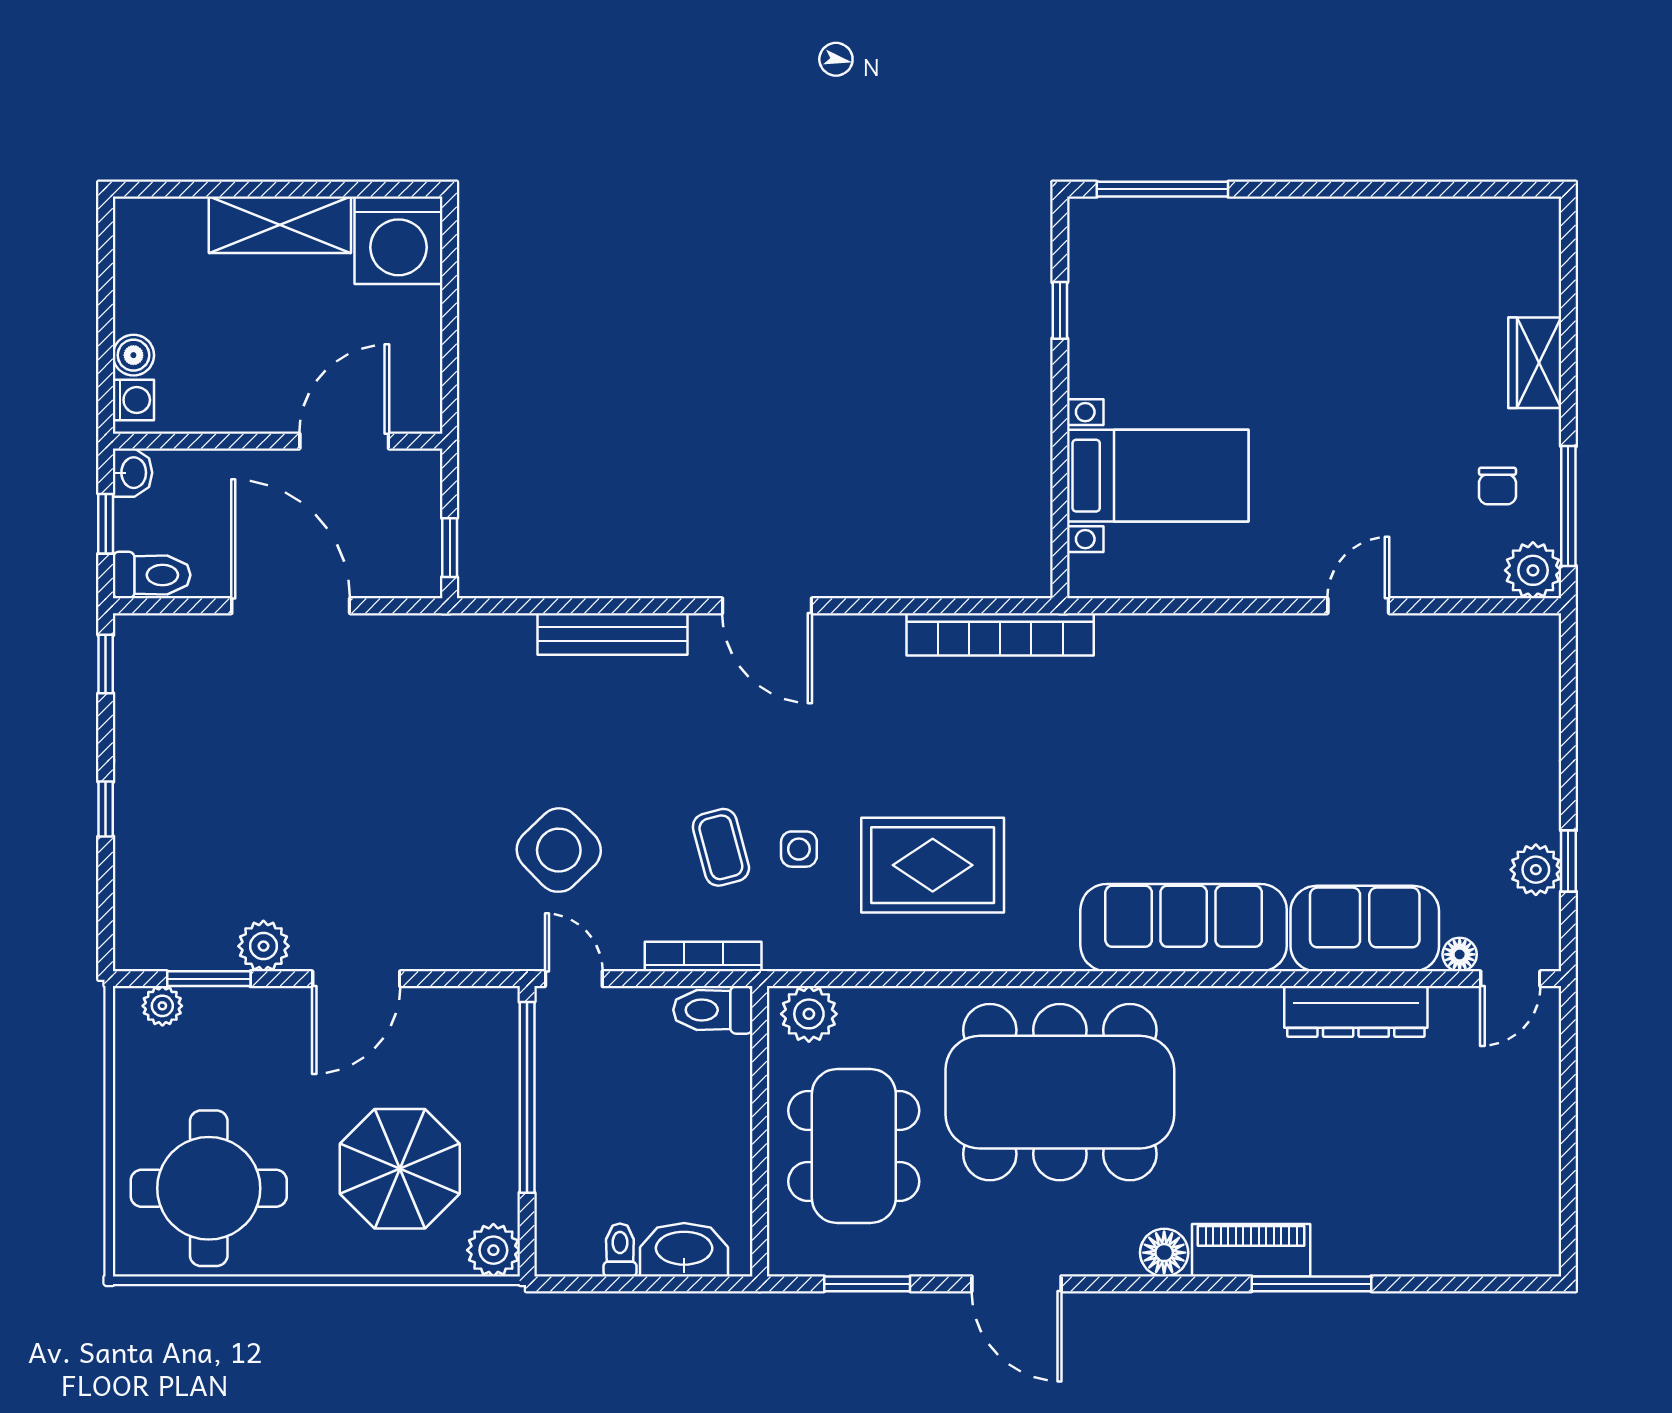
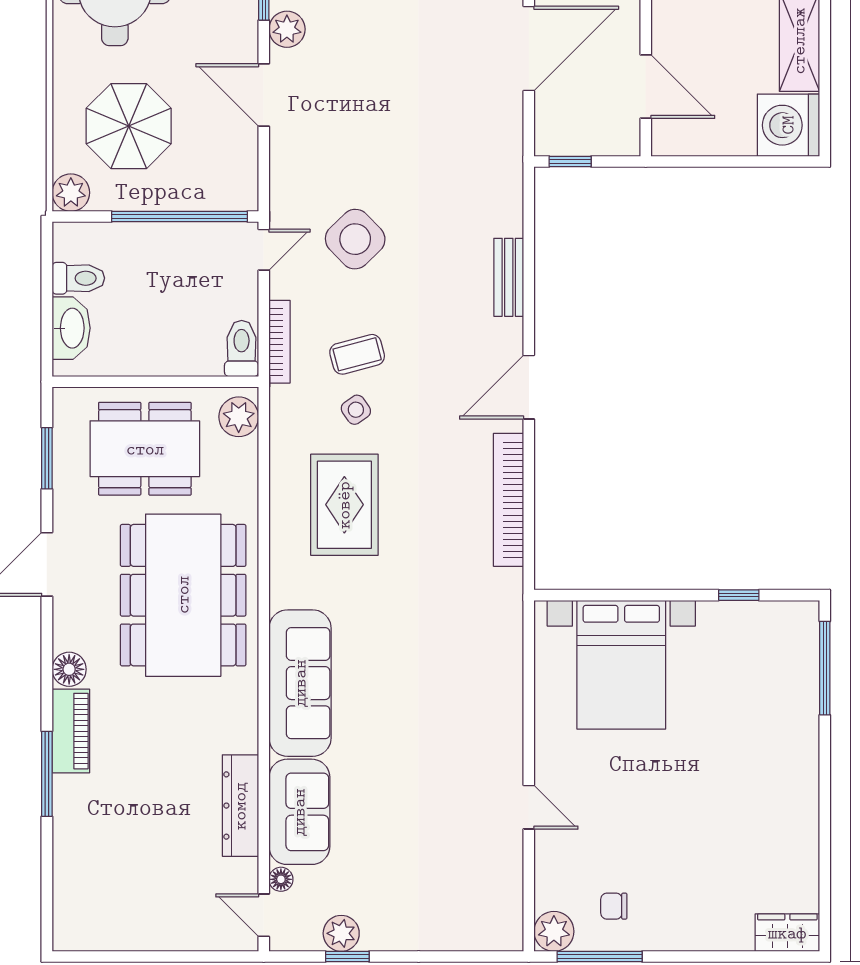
wardrobe: (1535, 363) -> (787, 933), moved
bed with nightstands: (1158, 476) -> (621, 665), width x1.36
bench: (613, 634) -> (509, 277), width x0.73
bookcase: (1000, 634) -> (509, 500), moved
side table: (799, 849) -> (356, 410), turned -35
toilet: (620, 1250) -> (78, 278), width x1.37, depth x1.39

